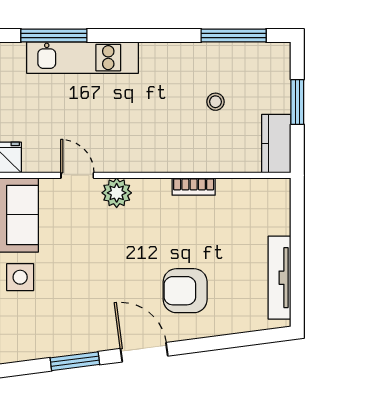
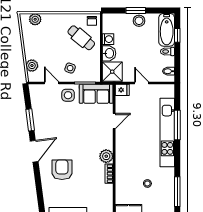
window: (54, 35) -> (177, 125), moved
kitchen unit: (83, 58) -> (167, 133), width x1.36
plant: (117, 193) -> (106, 156), moved

